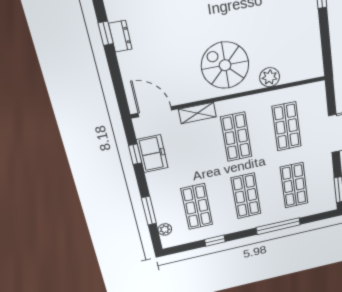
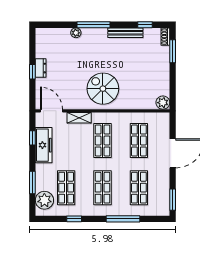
window: (106, 33) -> (32, 72), moved
dresser: (120, 36) -> (41, 68), moved
plant: (270, 77) -> (163, 103), moved
freezer: (152, 154) -> (44, 145), width x1.40
plant: (165, 229) -> (44, 200), width x1.88, depth x1.88

